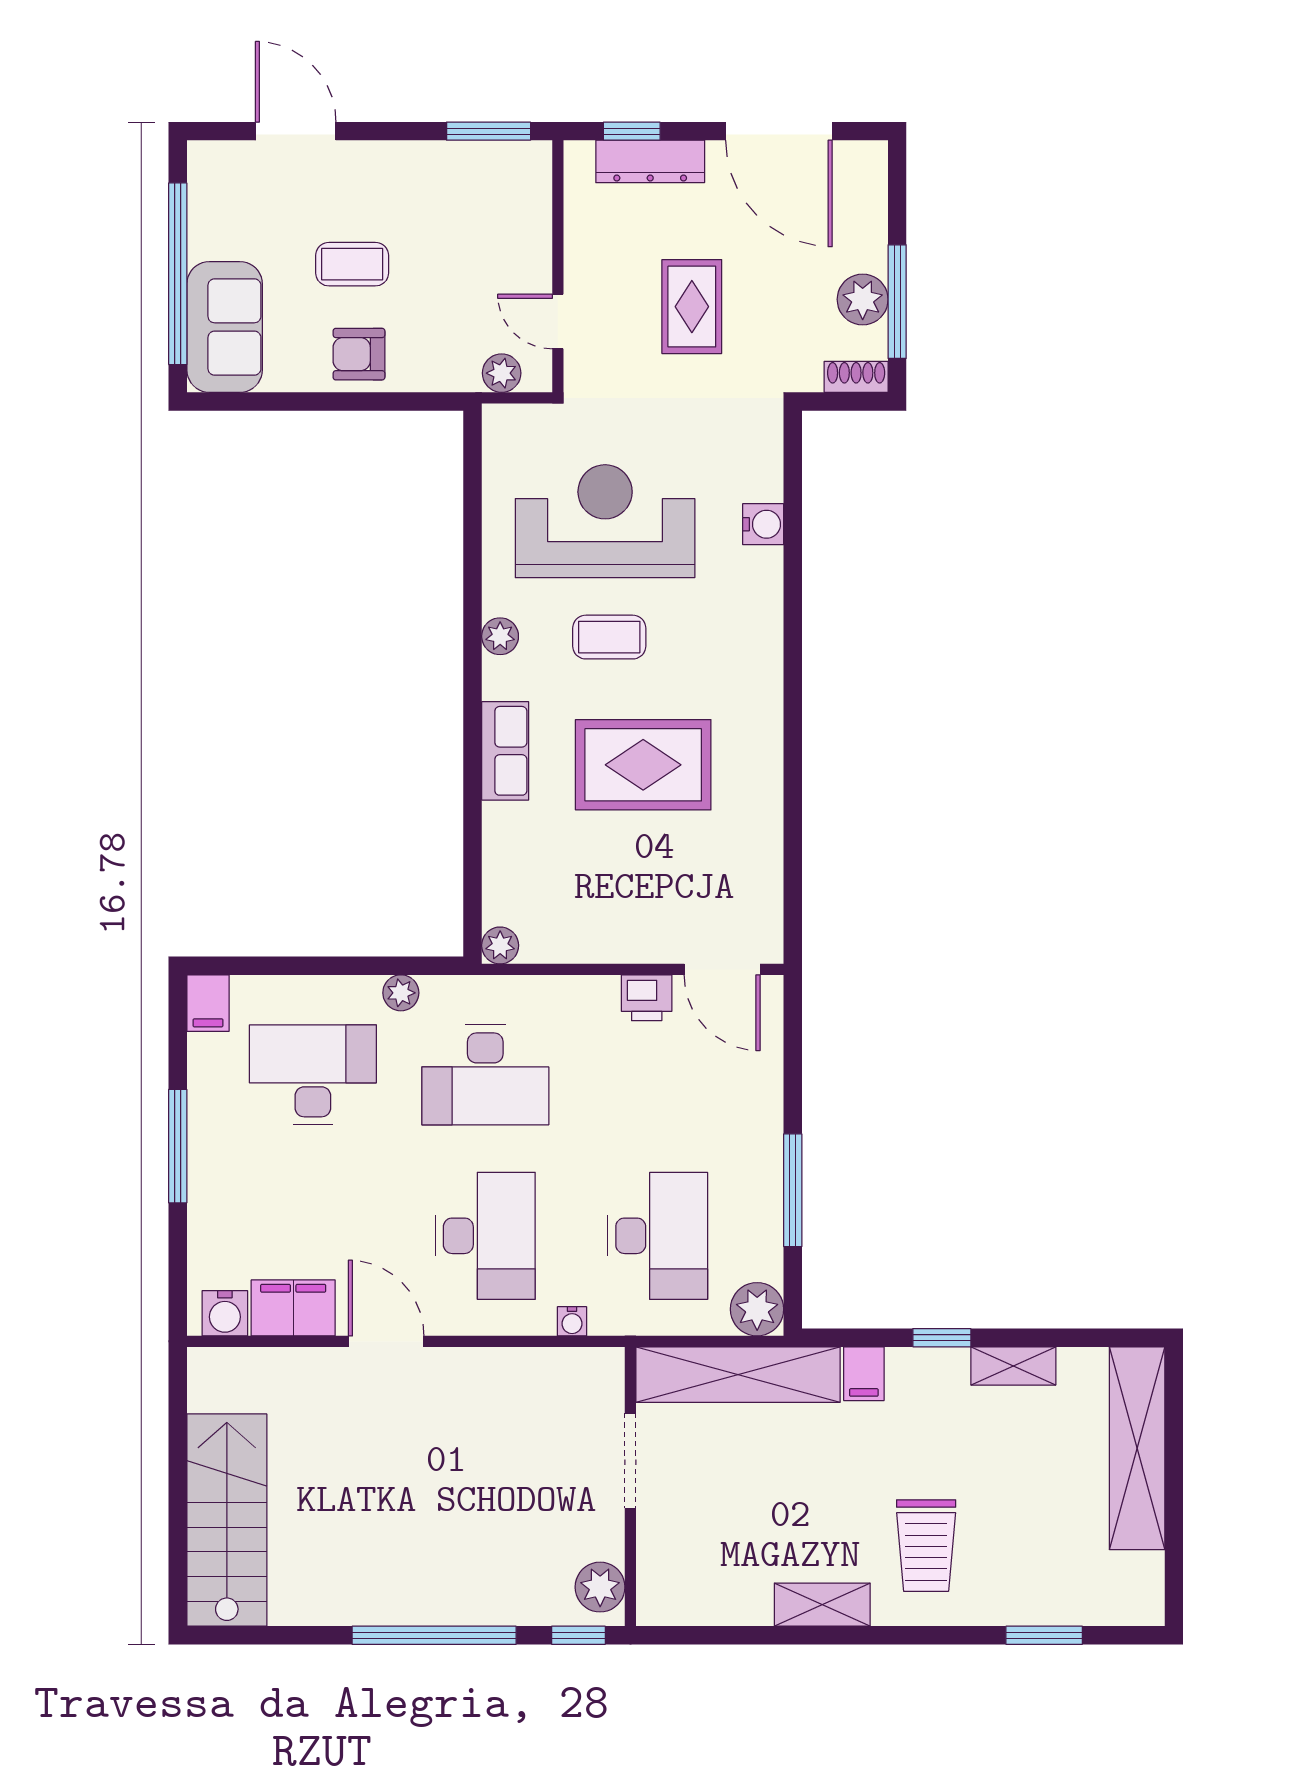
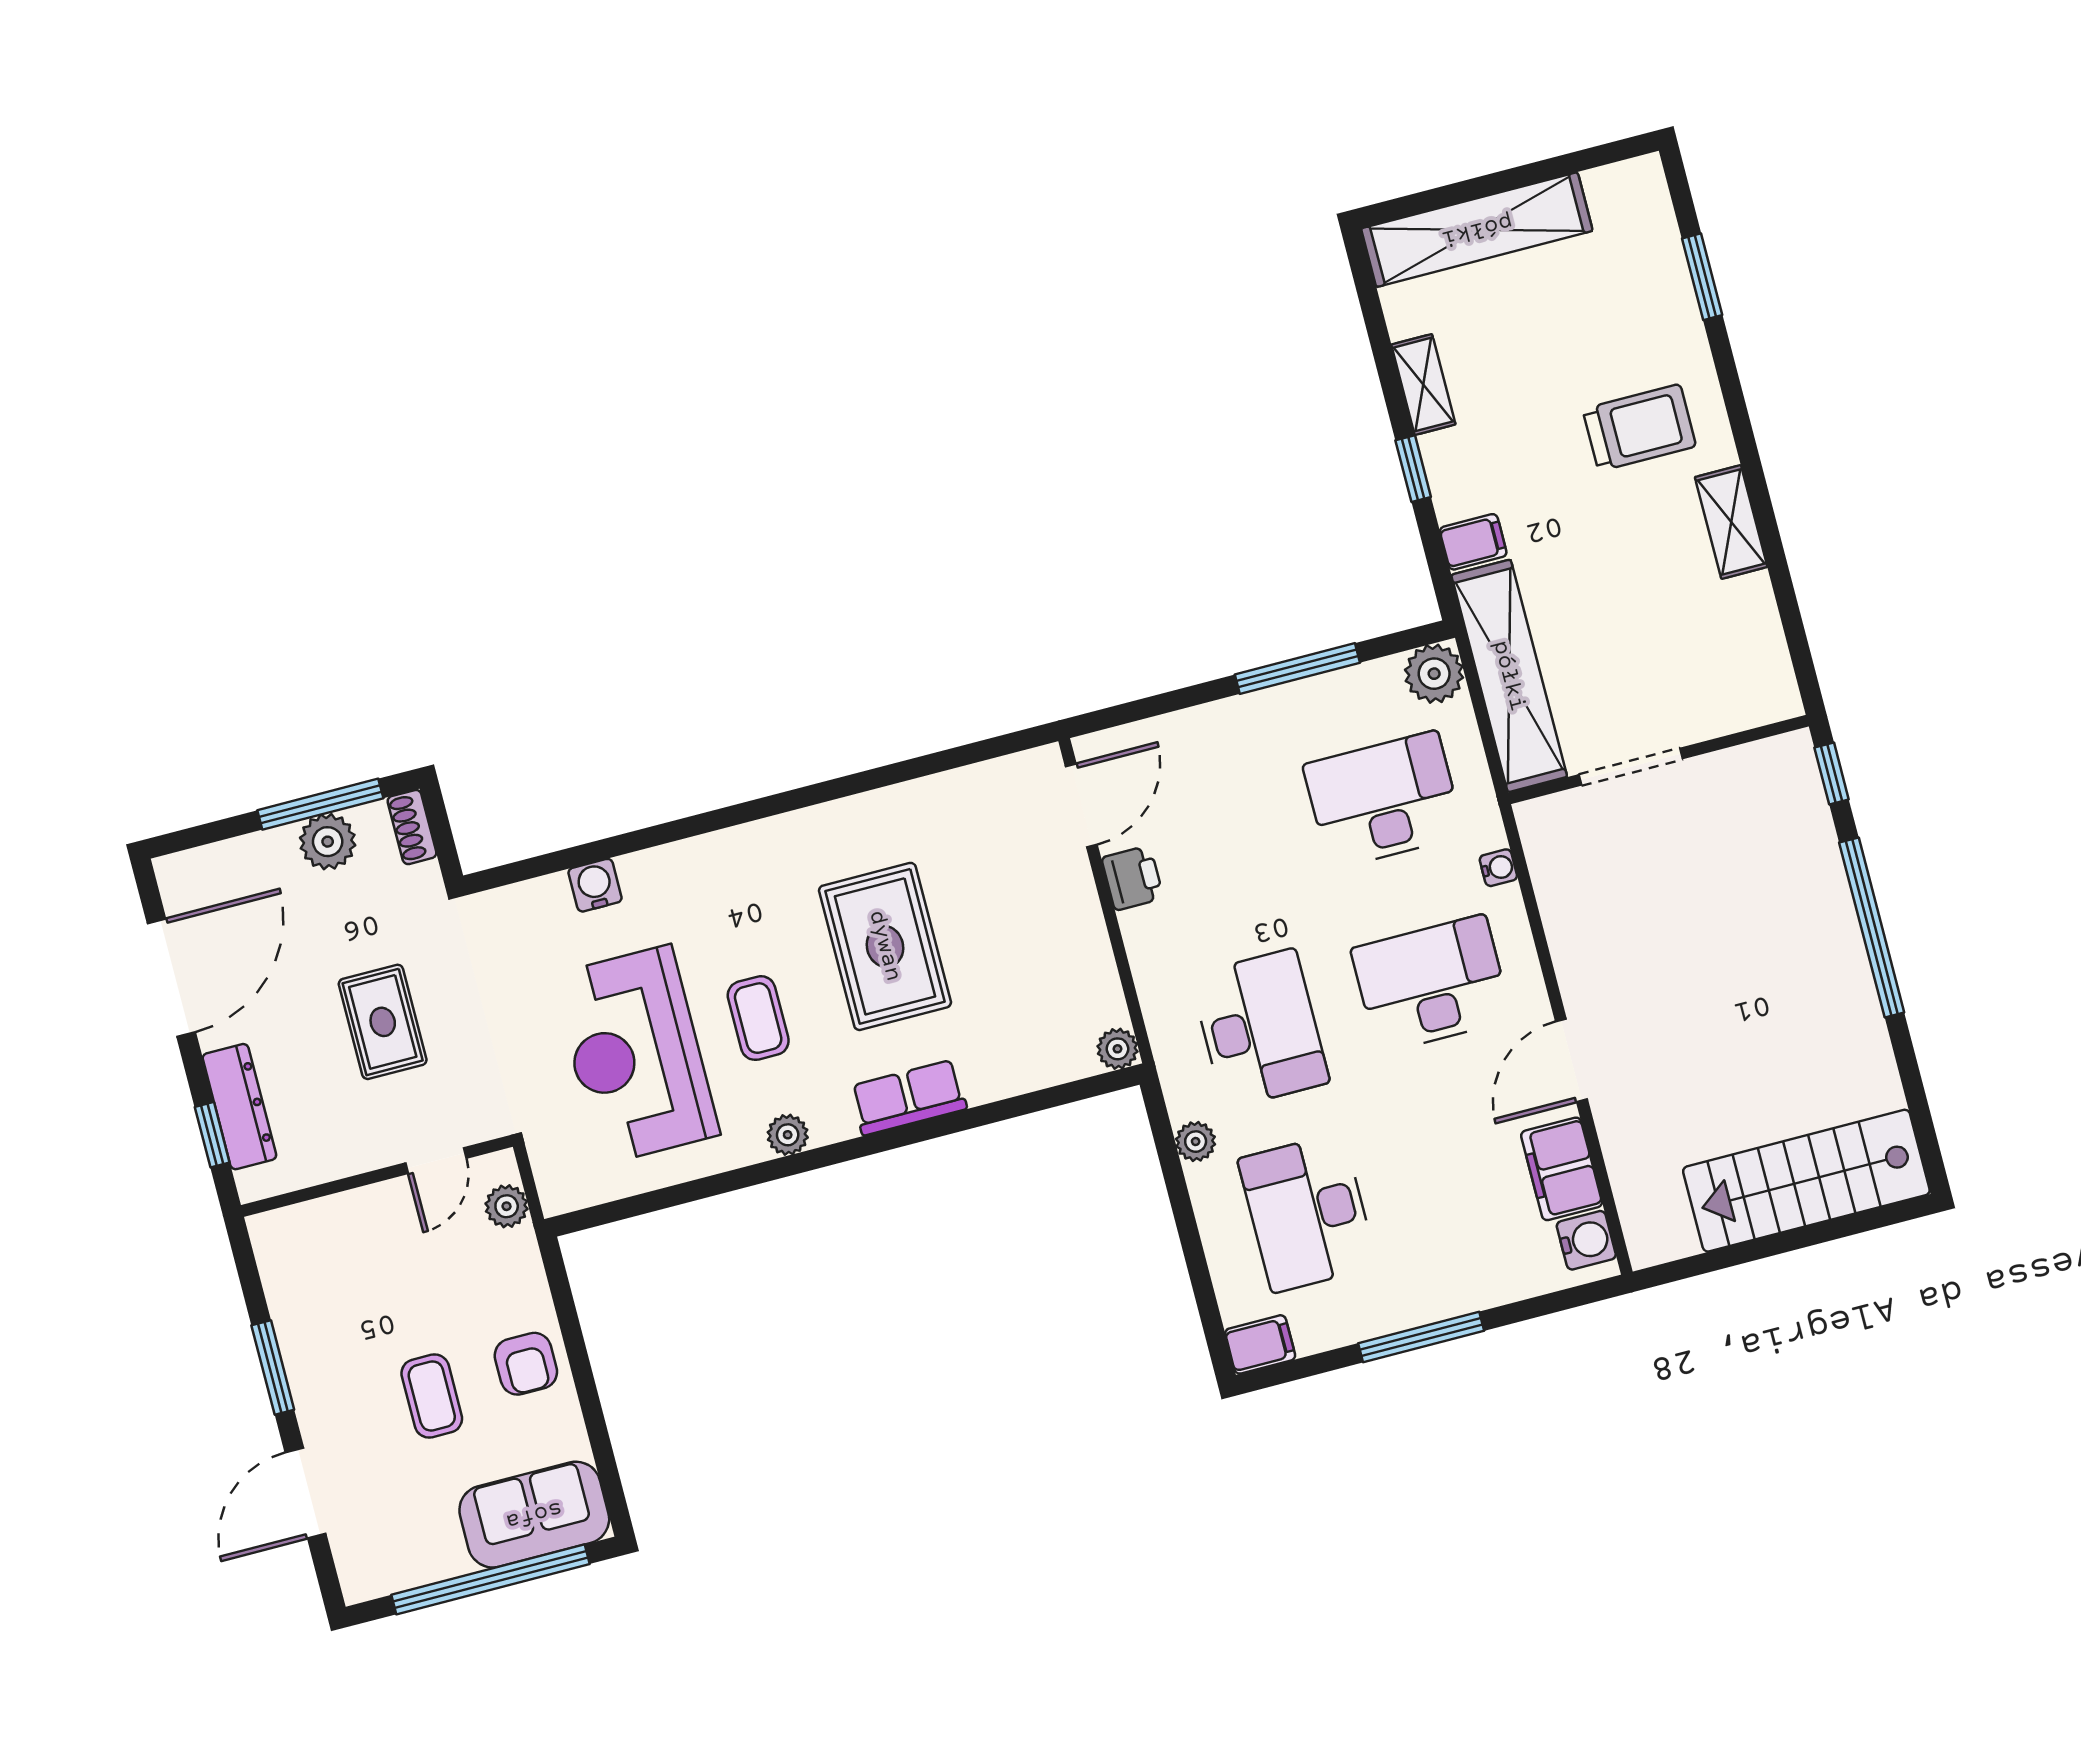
window: (489, 131) -> (273, 1368), moved
rug: (692, 307) -> (383, 1022), turned 90
plant: (600, 1587) -> (1774, 764), removed

